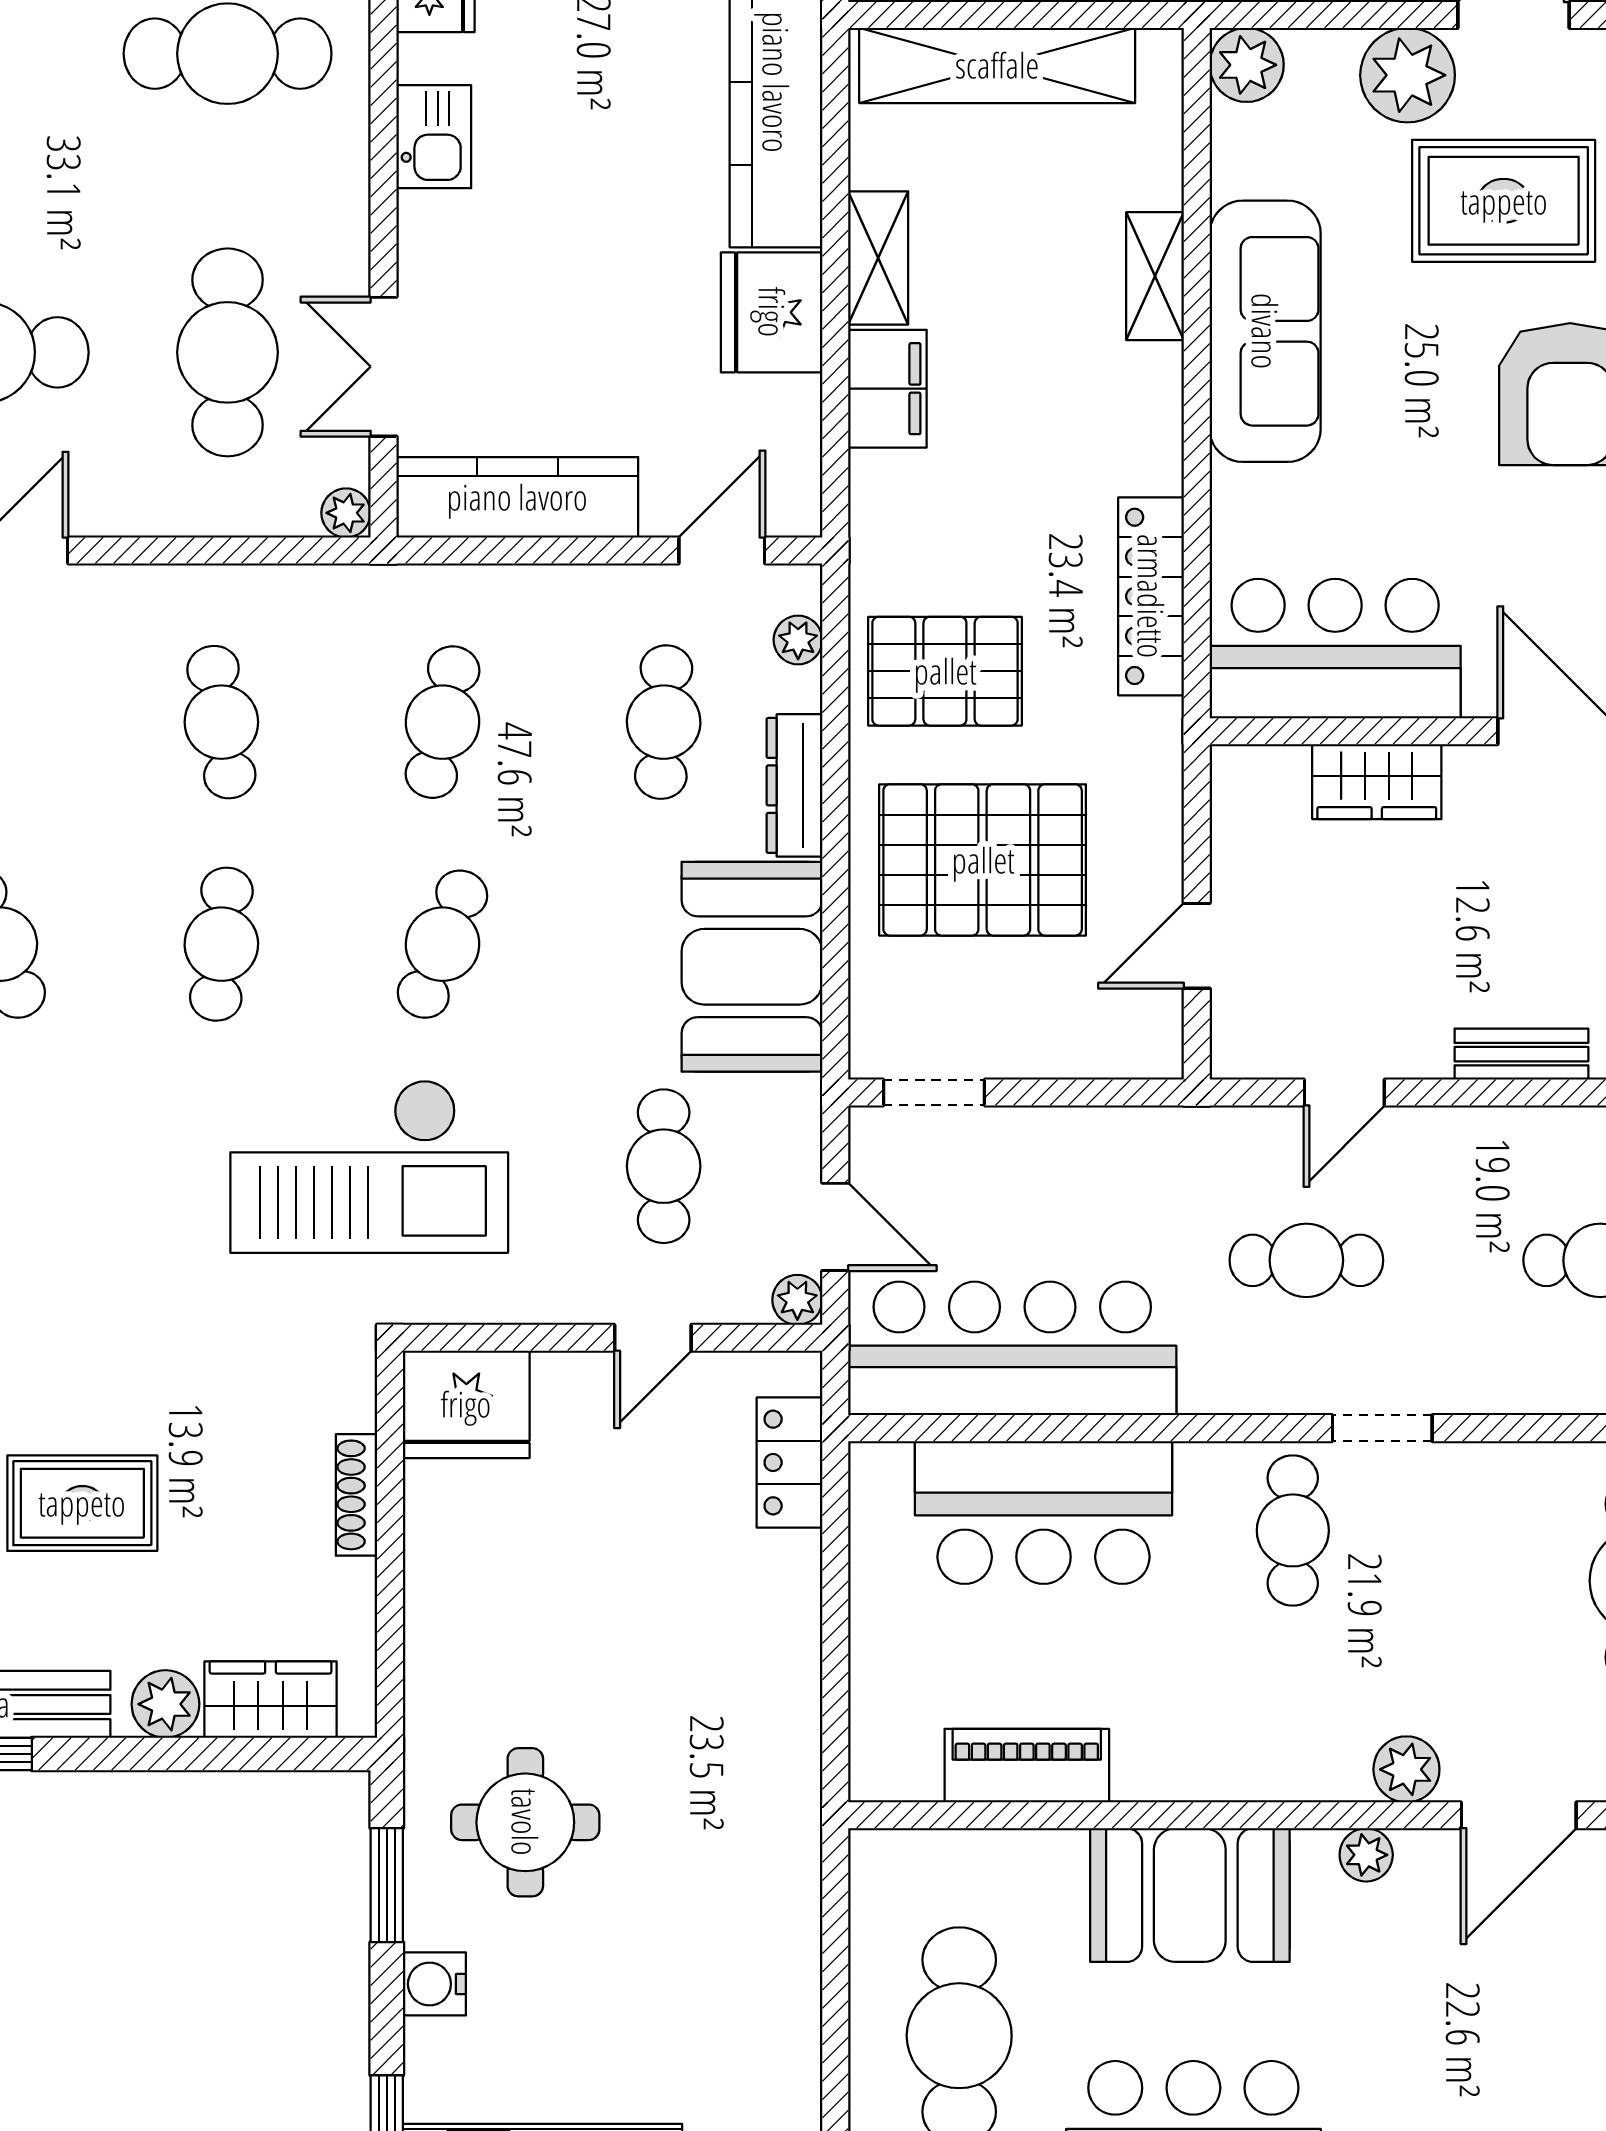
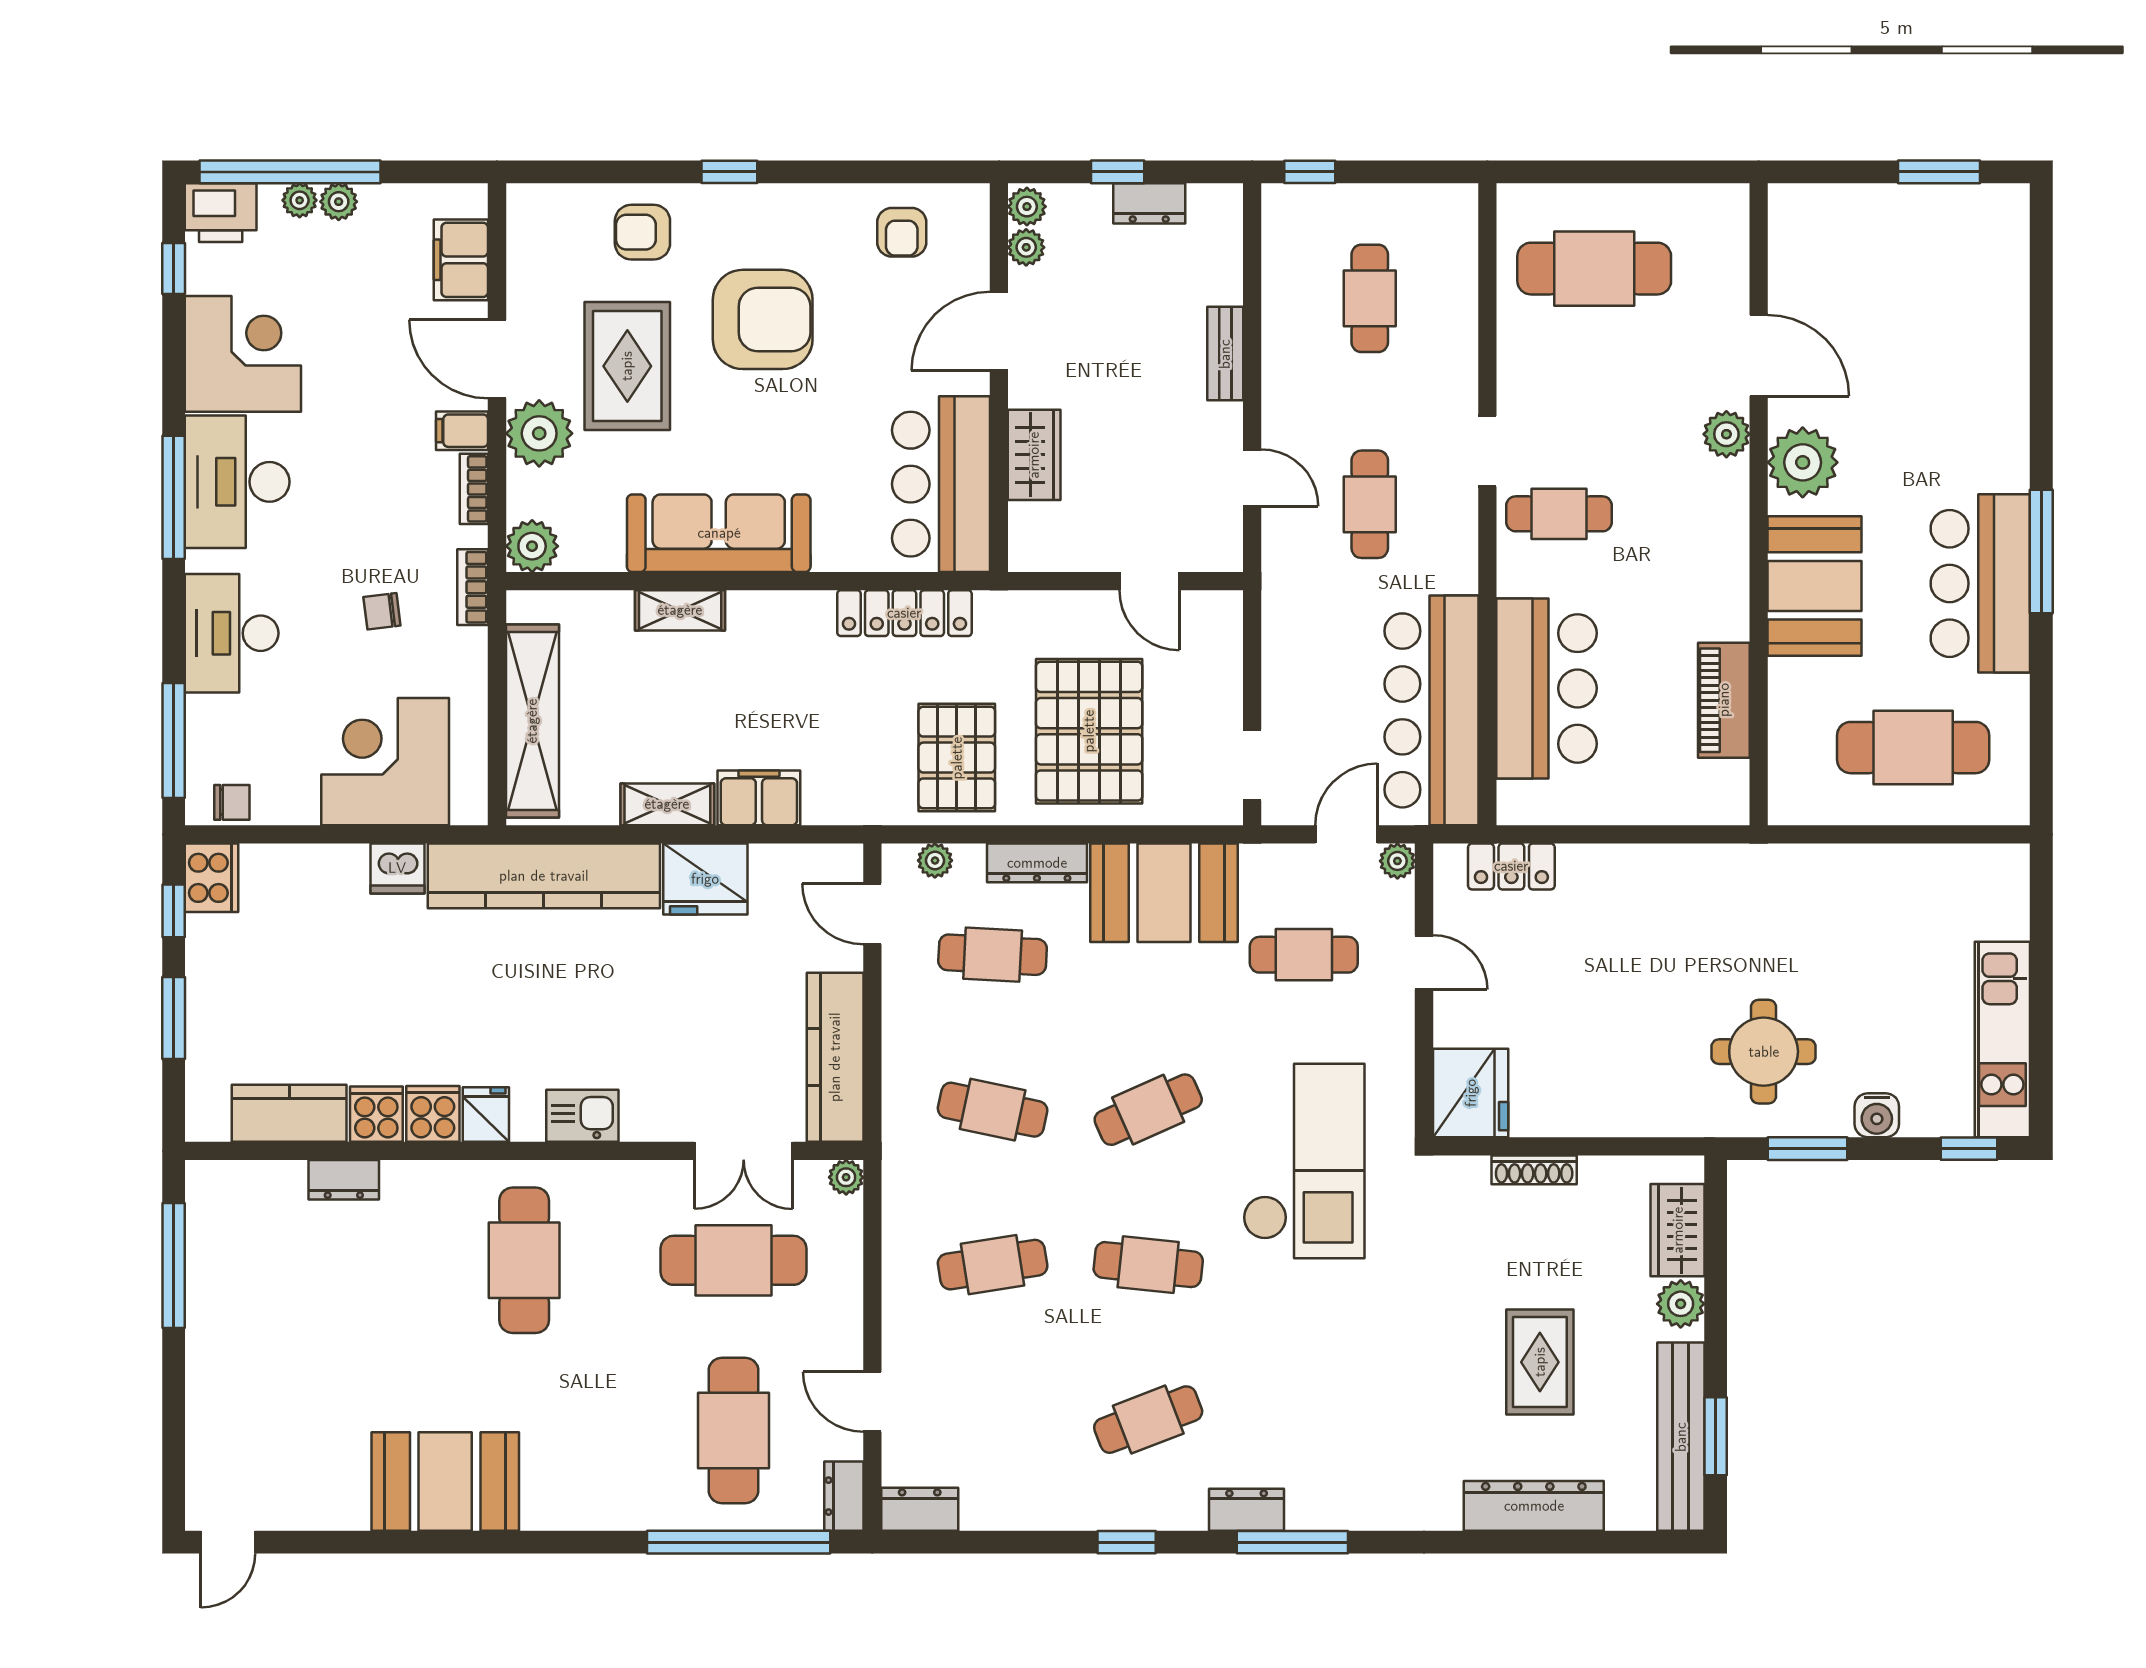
cafe table: (443, 944) -> (1148, 1110), turned -45
plant: (1366, 1855) -> (1803, 462), width x1.88, depth x1.88

